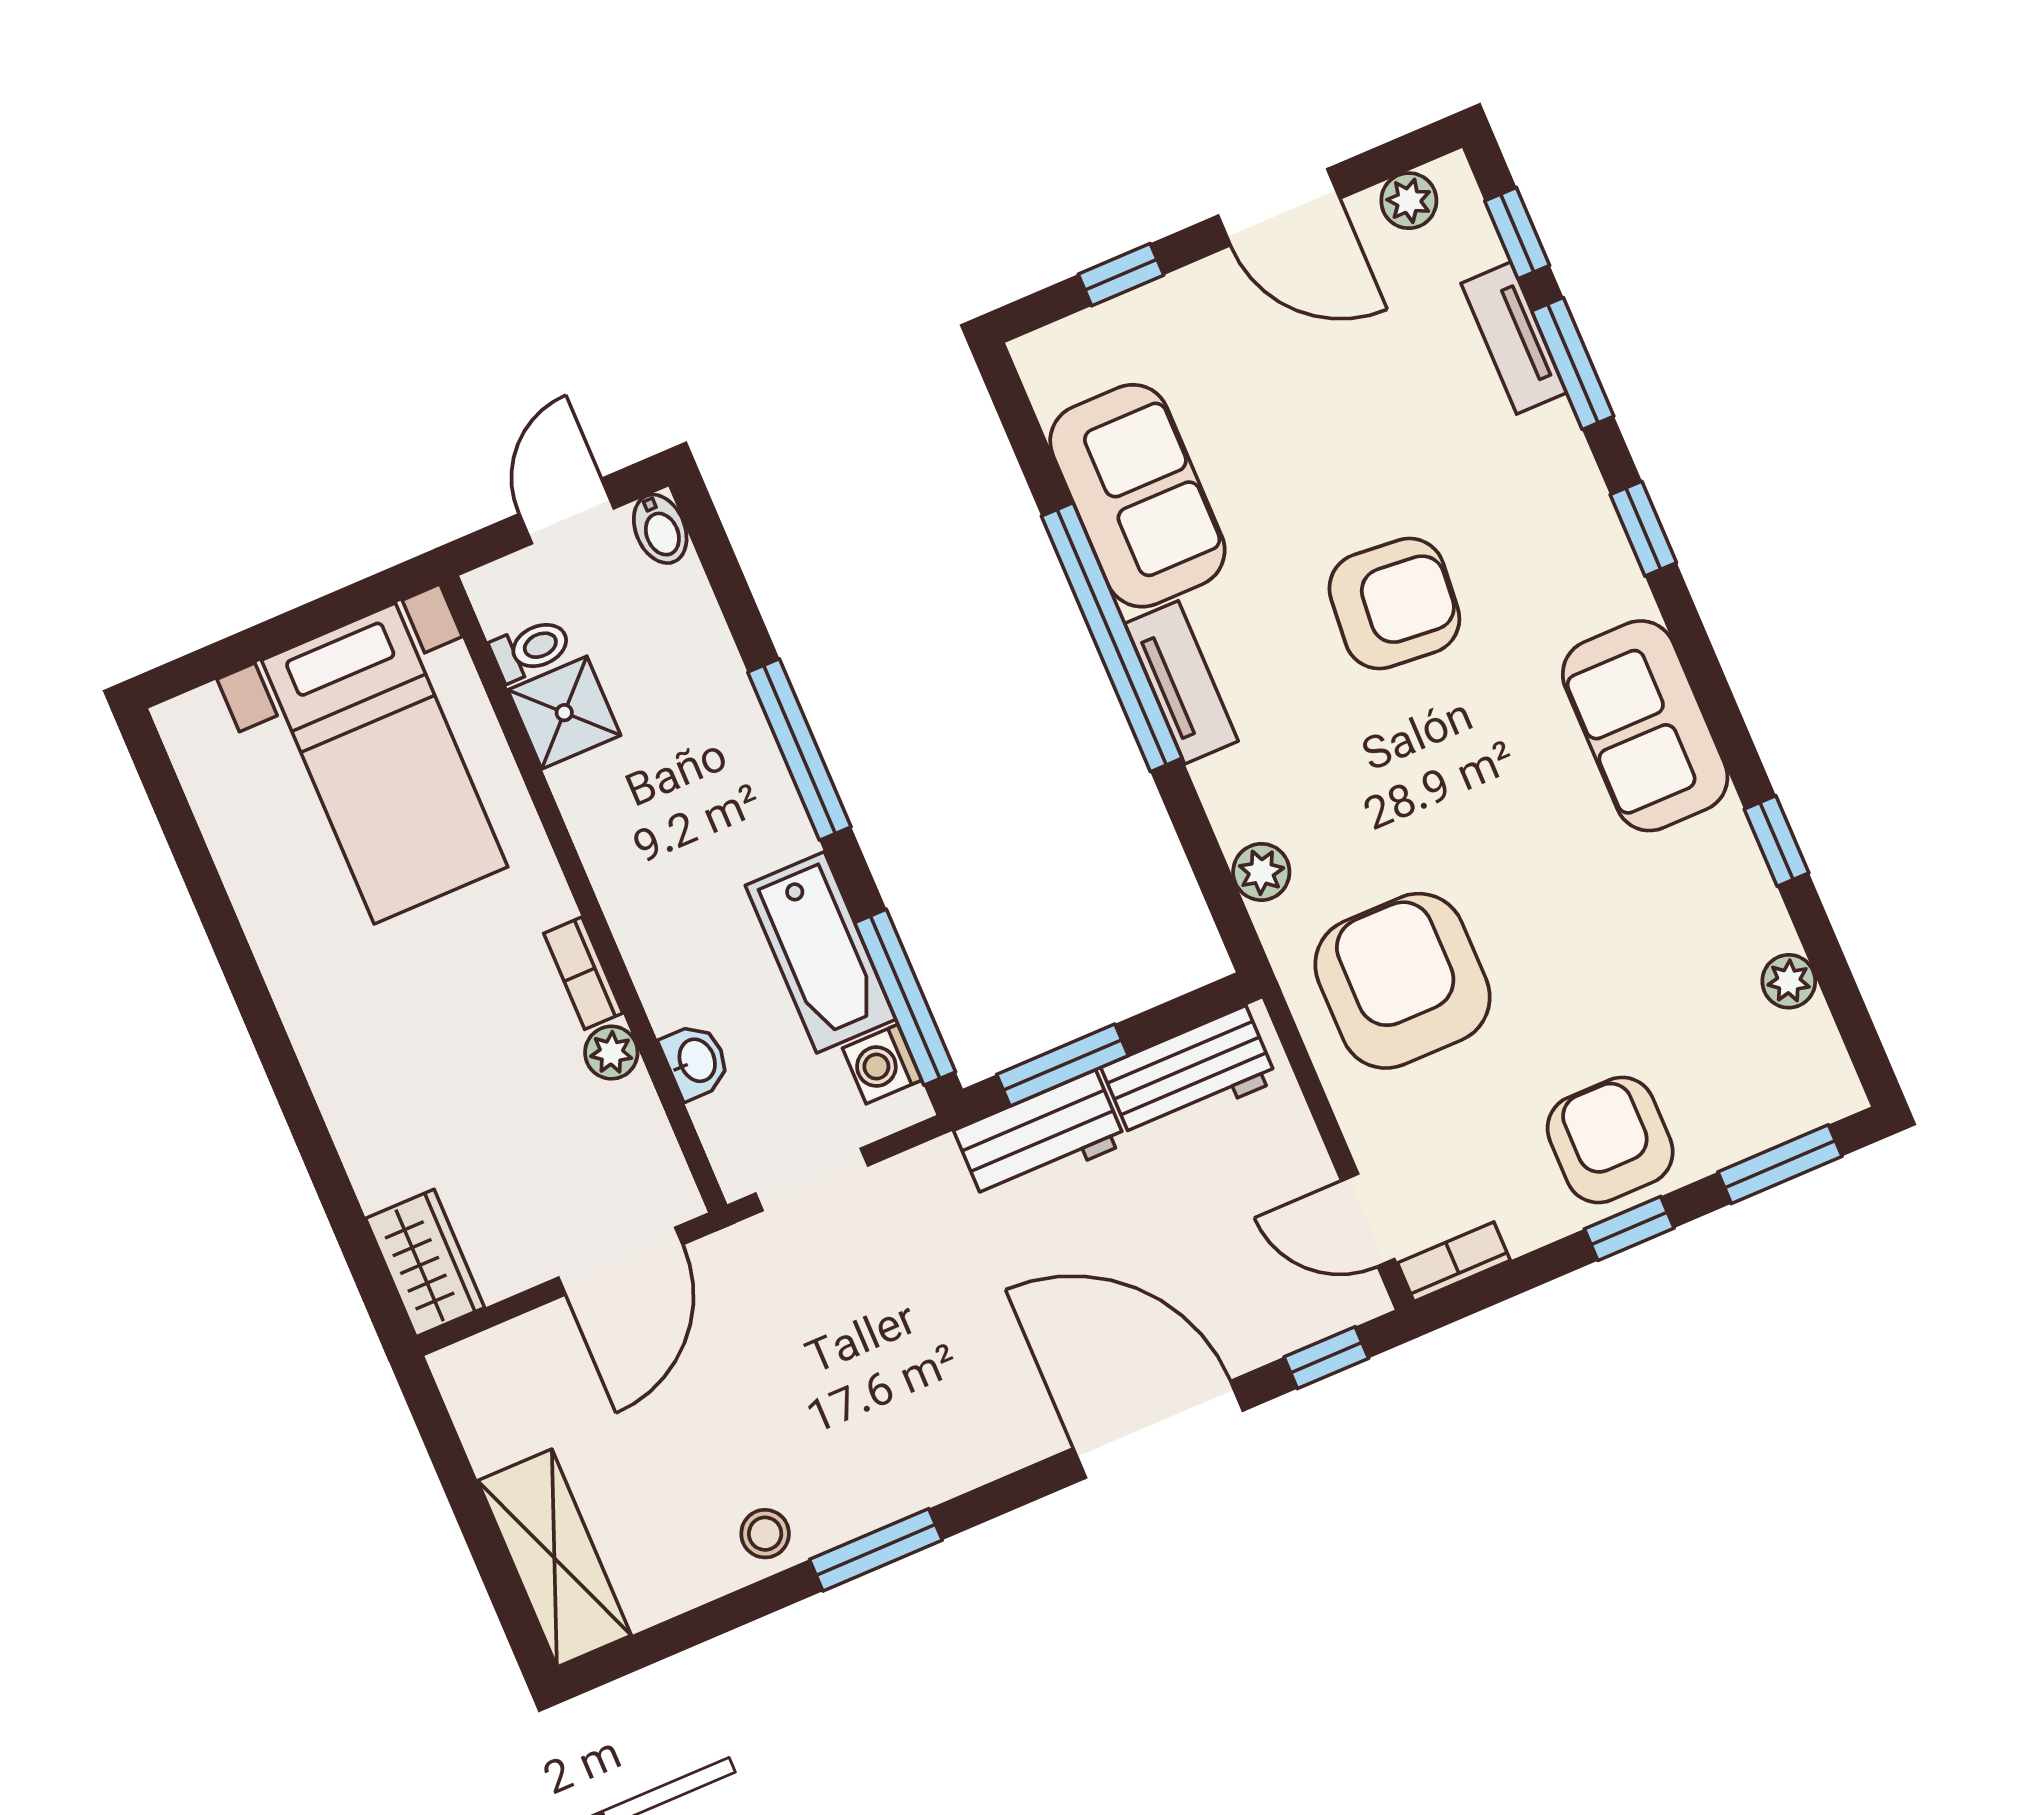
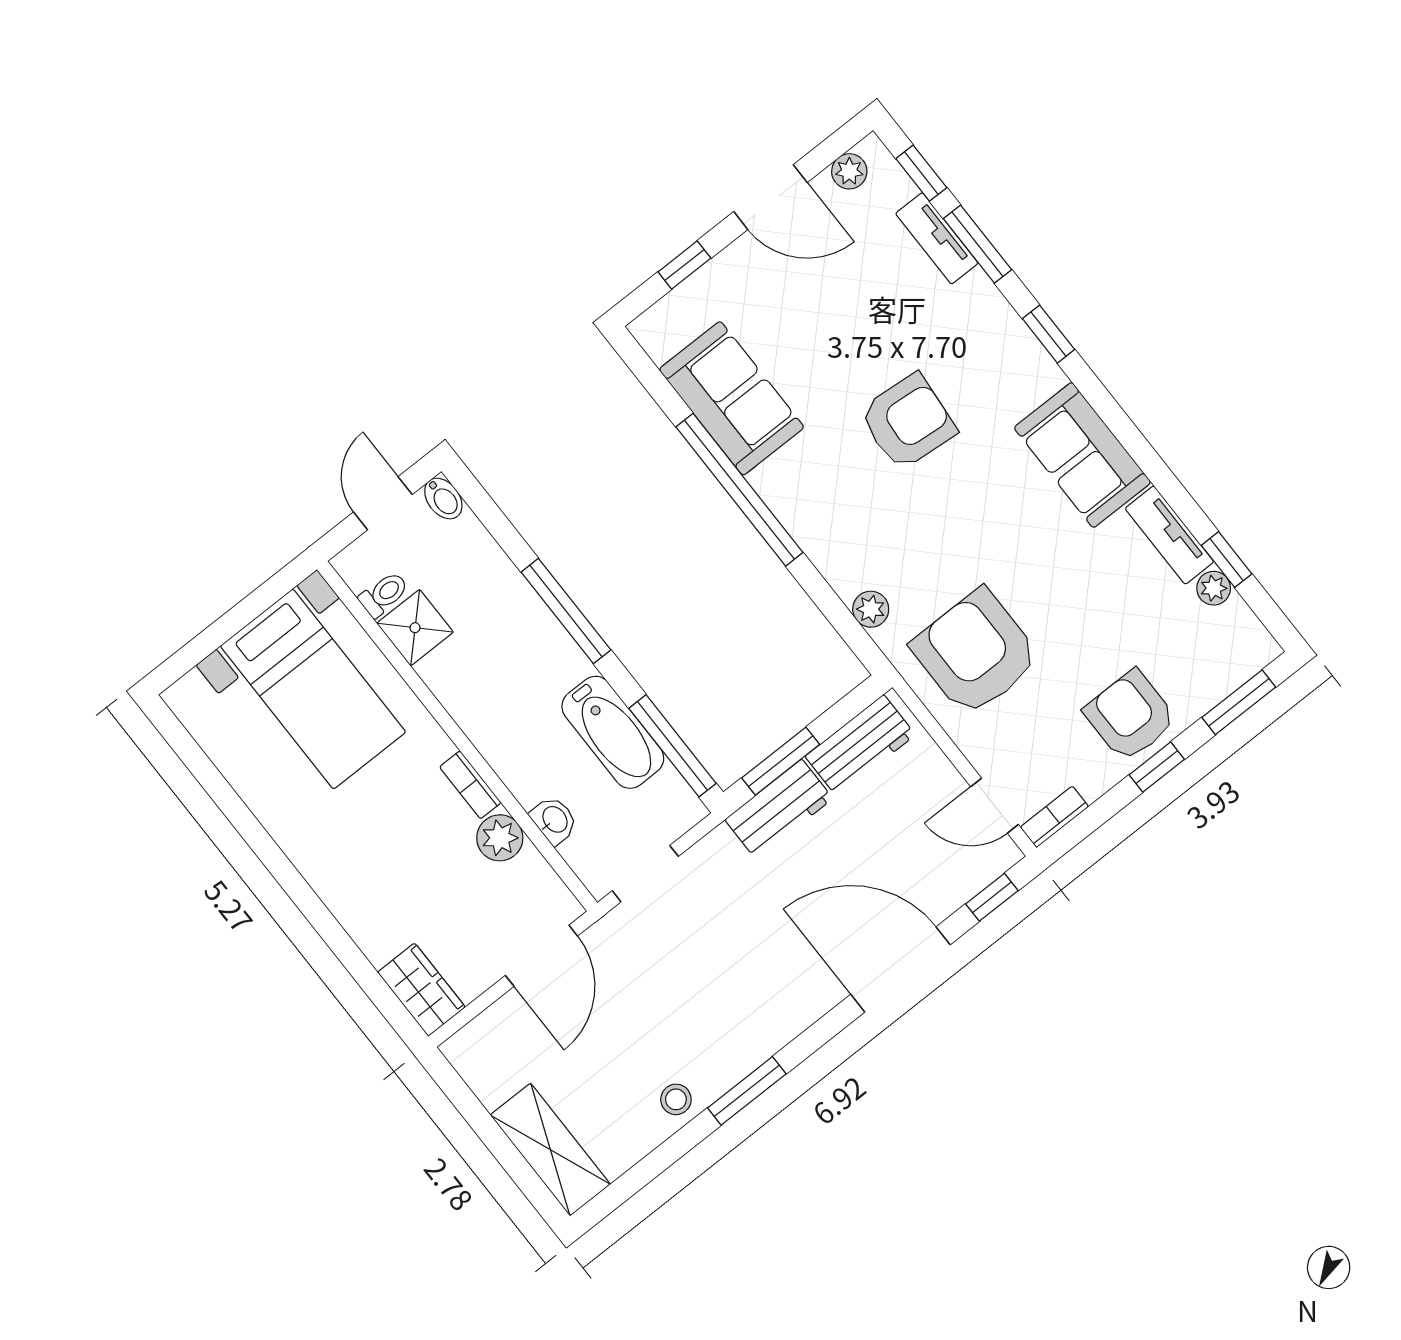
tv unit: (1181, 682) -> (1169, 535), moved, turned 180
window: (1777, 841) -> (1227, 560), moved
plant: (611, 1053) -> (500, 838), width x1.38, depth x1.38
washing machine: (882, 1064) -> (669, 791), removed

